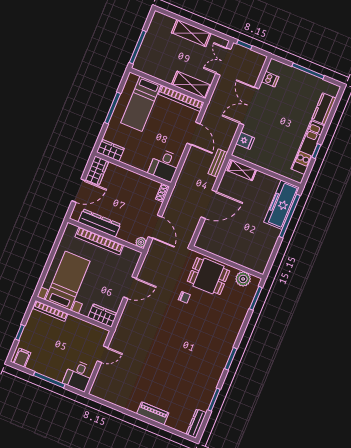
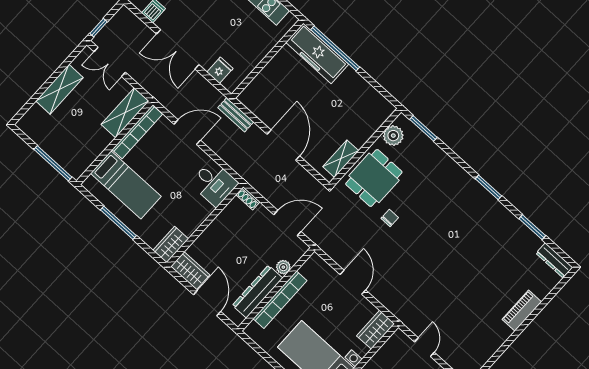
shelving: (242, 170) -> (341, 159), moved
plant: (141, 242) -> (283, 267), moved

